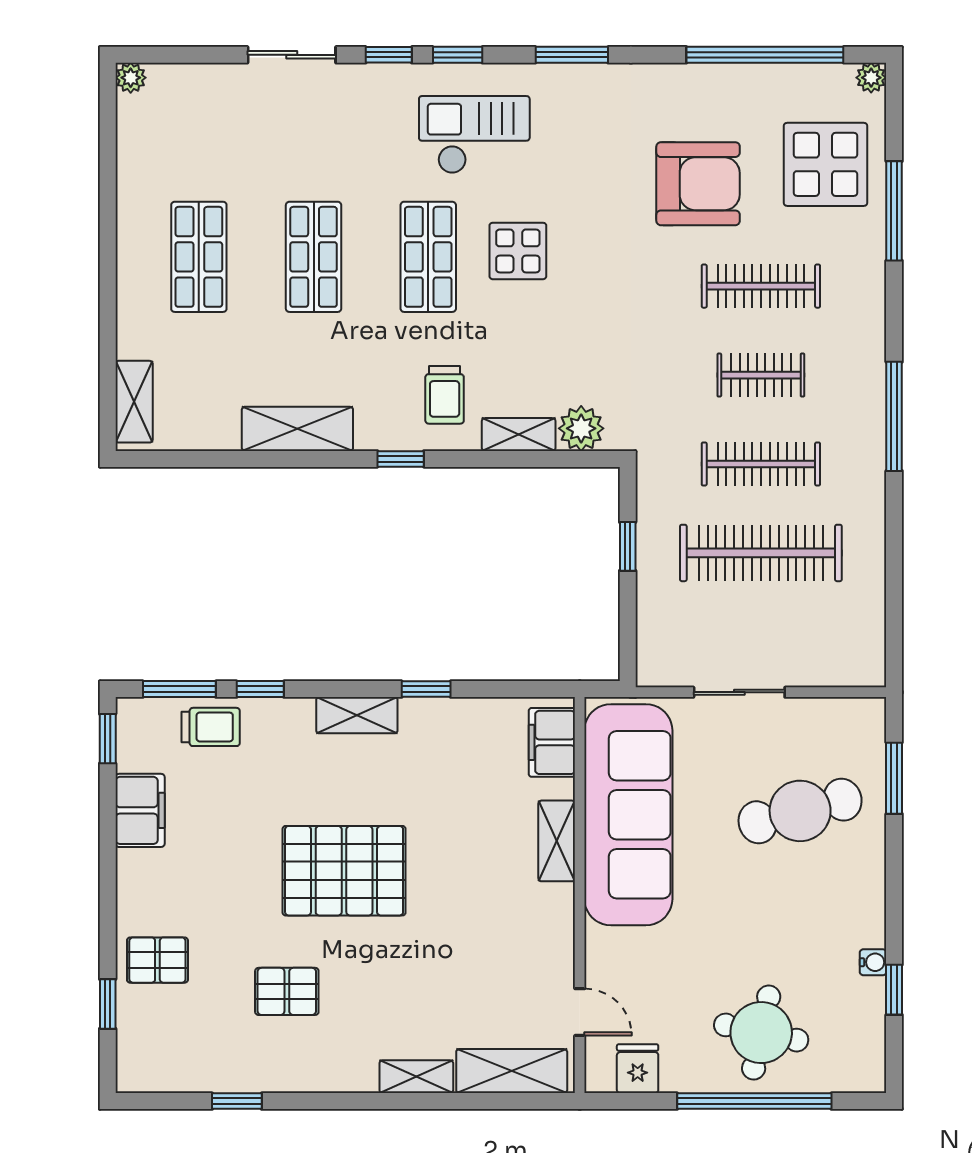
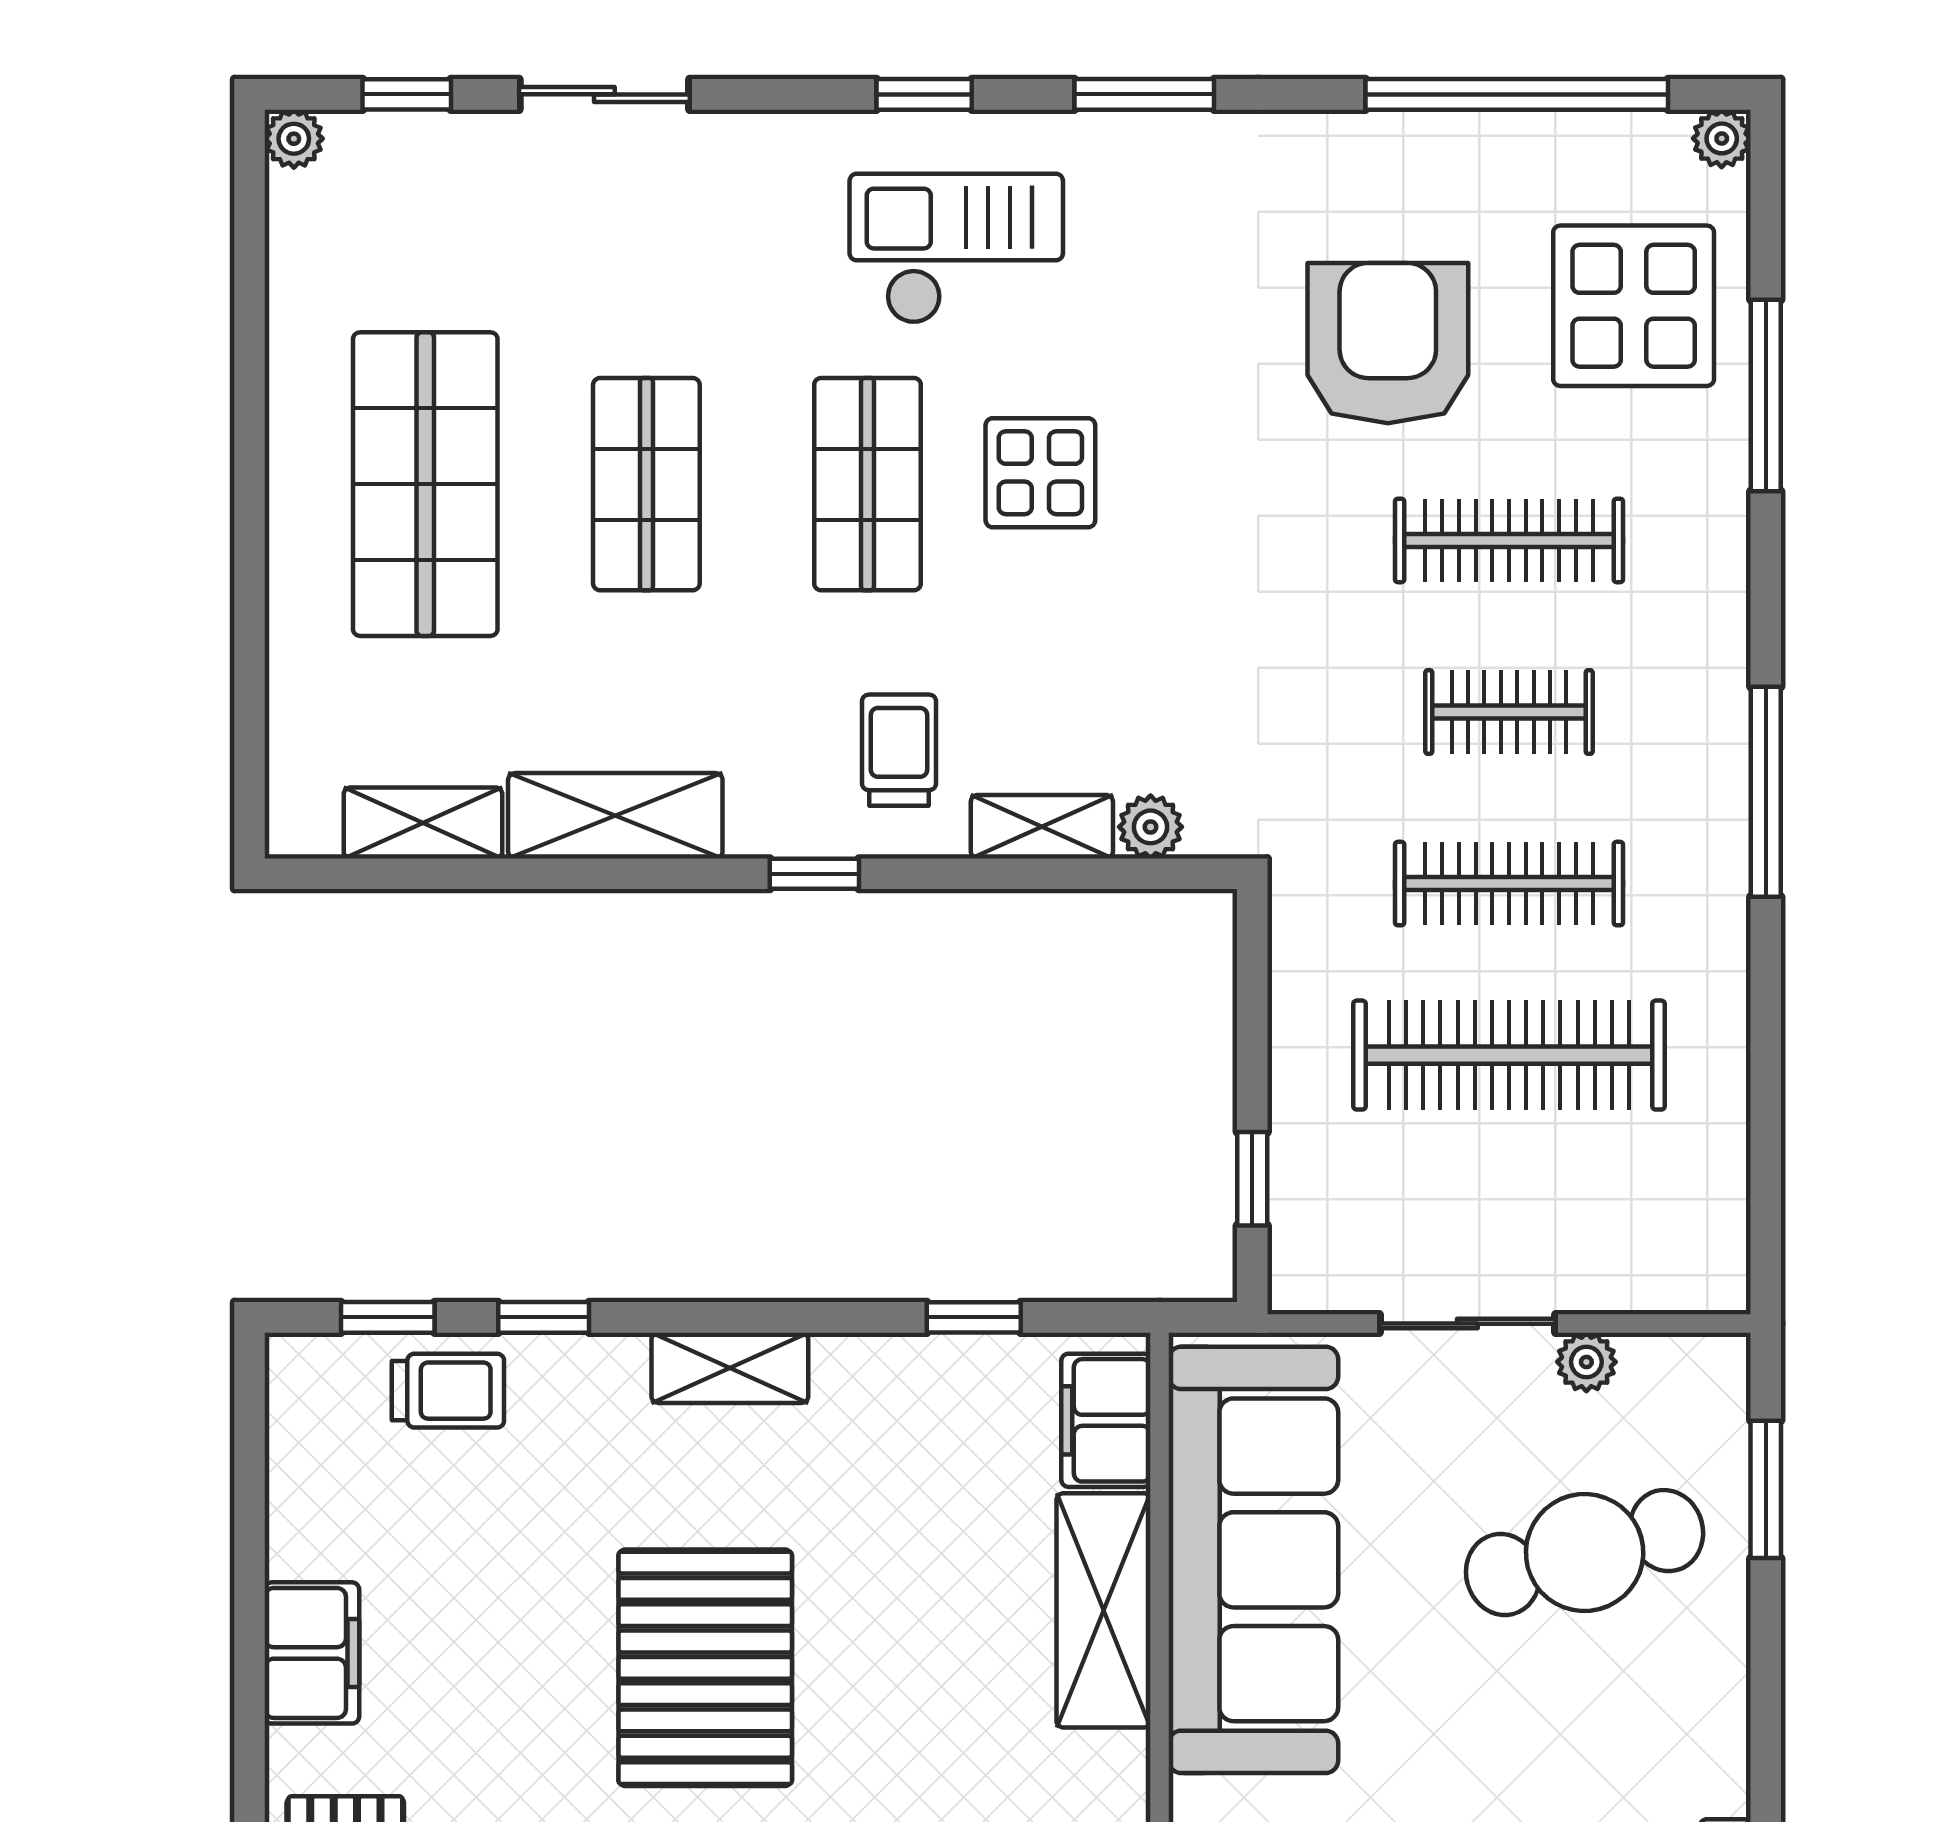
window: (389, 55) -> (407, 94), moved
armchair: (698, 184) -> (1388, 343), turned -90
shop shelf: (199, 257) -> (425, 484), width x1.43, depth x1.36
trolley: (445, 395) -> (899, 750), turned 180
shelving: (134, 402) -> (423, 823), moved, turned 90
plant: (581, 428) -> (1151, 827), width x0.73, depth x0.73
window: (628, 546) -> (1252, 1179), moved
window: (179, 689) -> (388, 1317), width x0.67
window: (426, 689) -> (974, 1317), moved
plant: (801, 712) -> (1586, 1362), added
window: (108, 739) -> (250, 1413), removed
filing cabinet: (140, 810) -> (312, 1653), moved
shelving: (557, 841) -> (1104, 1610), width x1.50, depth x1.33
pallet: (344, 871) -> (705, 1668), turned 90

